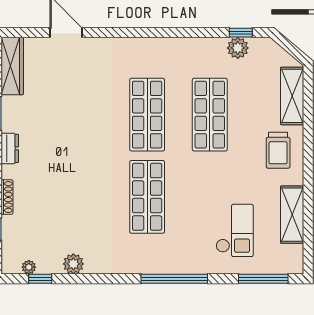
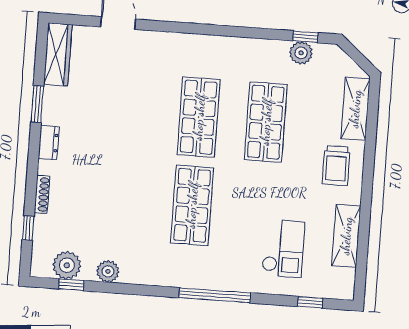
plant: (29, 267) -> (67, 265), width x1.87, depth x1.87
window: (263, 279) -> (310, 302), width x0.46

